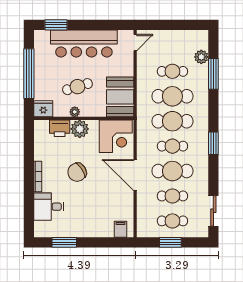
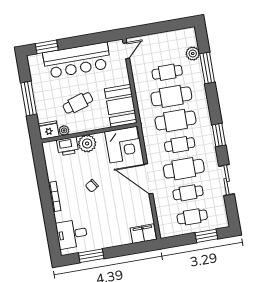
window: (29, 74) -> (29, 99), width x0.68
plant: (75, 112) -> (64, 130), moved
chair: (77, 172) -> (92, 186), width x0.54, depth x0.54
desk: (49, 207) -> (72, 234), moved
sliding door: (213, 211) -> (227, 180), moved
filing cabinet: (120, 229) -> (143, 234), width x2.00
window: (170, 242) -> (206, 236), moved

